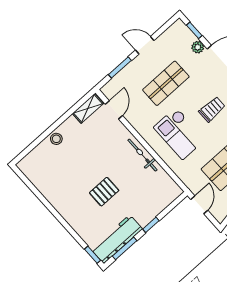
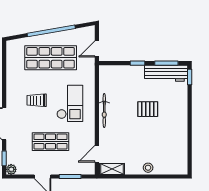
plant: (198, 47) -> (11, 169), moved

